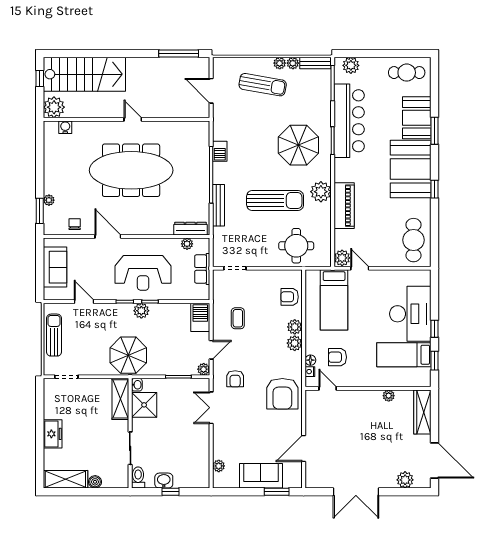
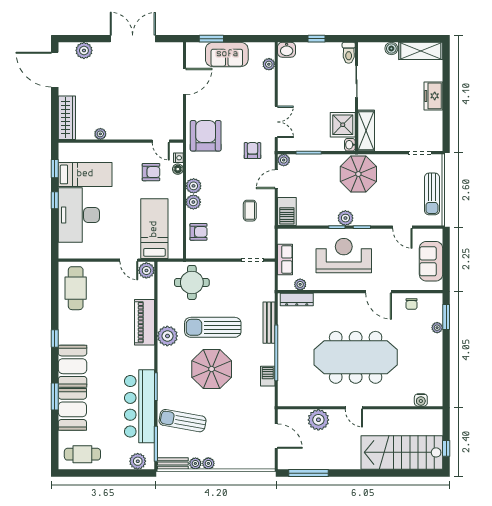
sun lounger: (263, 85) -> (183, 421), moved
plant: (54, 107) -> (318, 420), moved
parasol: (298, 145) -> (212, 369), moved
booth: (411, 169) -> (73, 366), width x0.73, depth x0.70
washbasin: (164, 481) -> (287, 50), moved

